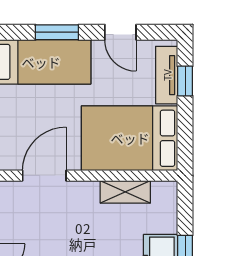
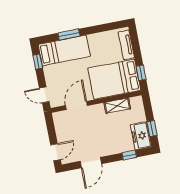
door: (120, 32) -> (100, 28), removed
window: (185, 81) -> (141, 73), moved

